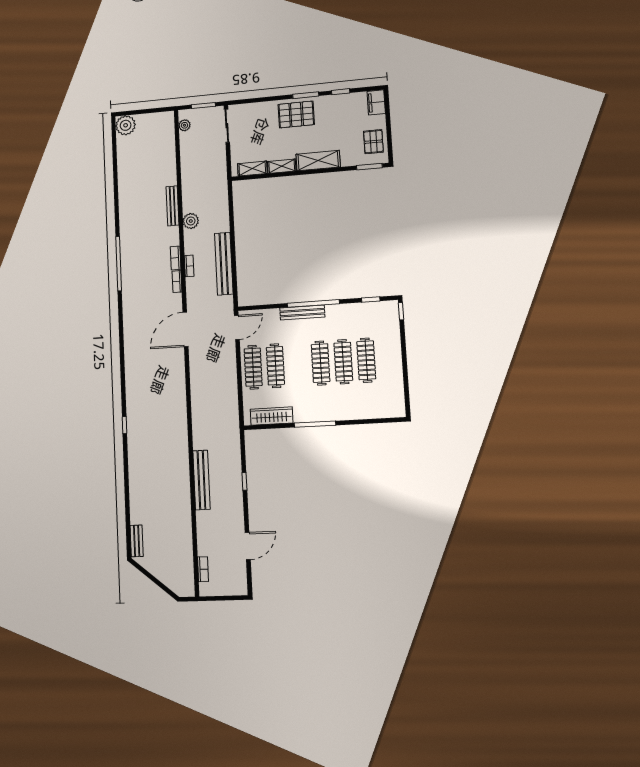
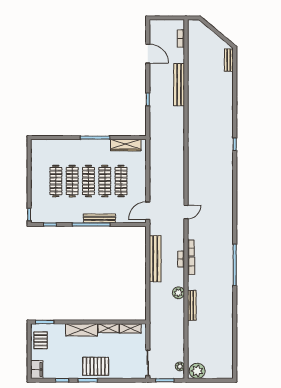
plant: (126, 125) -> (197, 371), moved
door: (186, 329) -> (186, 212), width x0.53
clothes rail: (253, 367) -> (105, 181), moved
bench: (201, 480) -> (179, 85), moved
door: (248, 546) -> (148, 54), swing flipped

